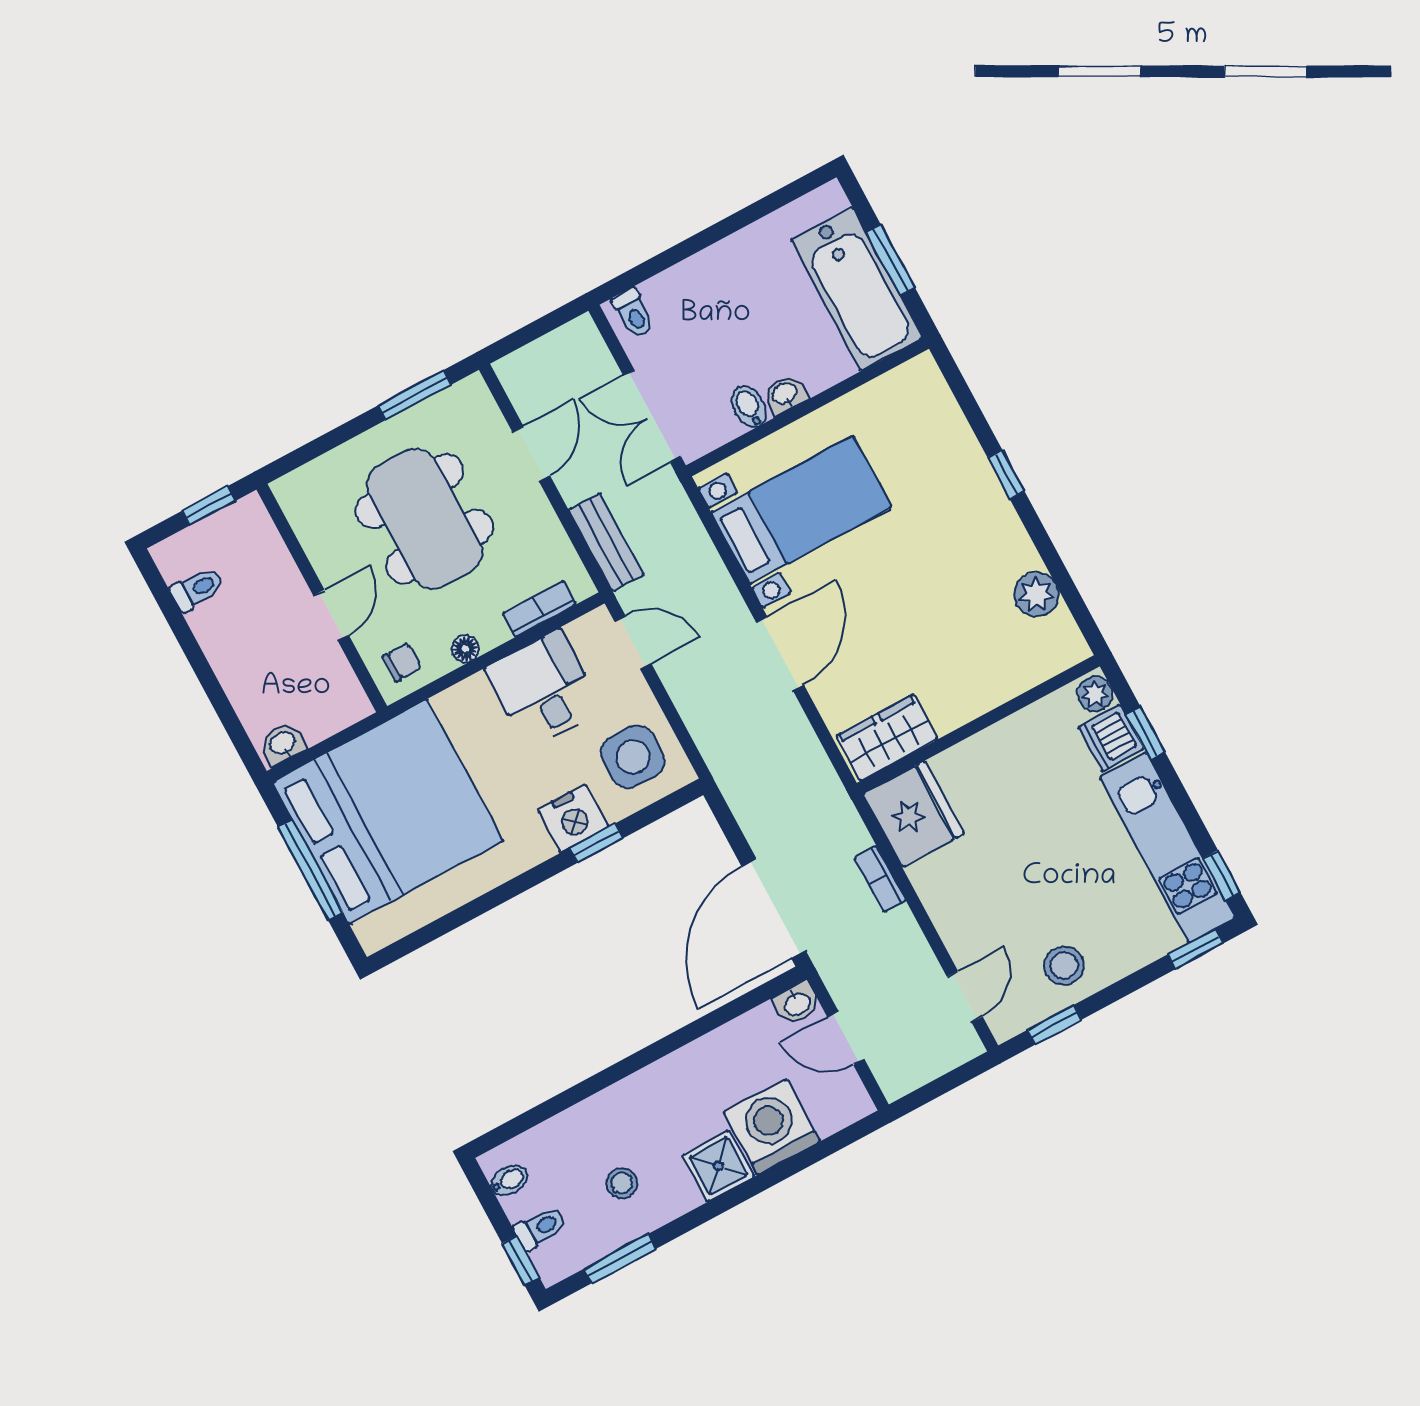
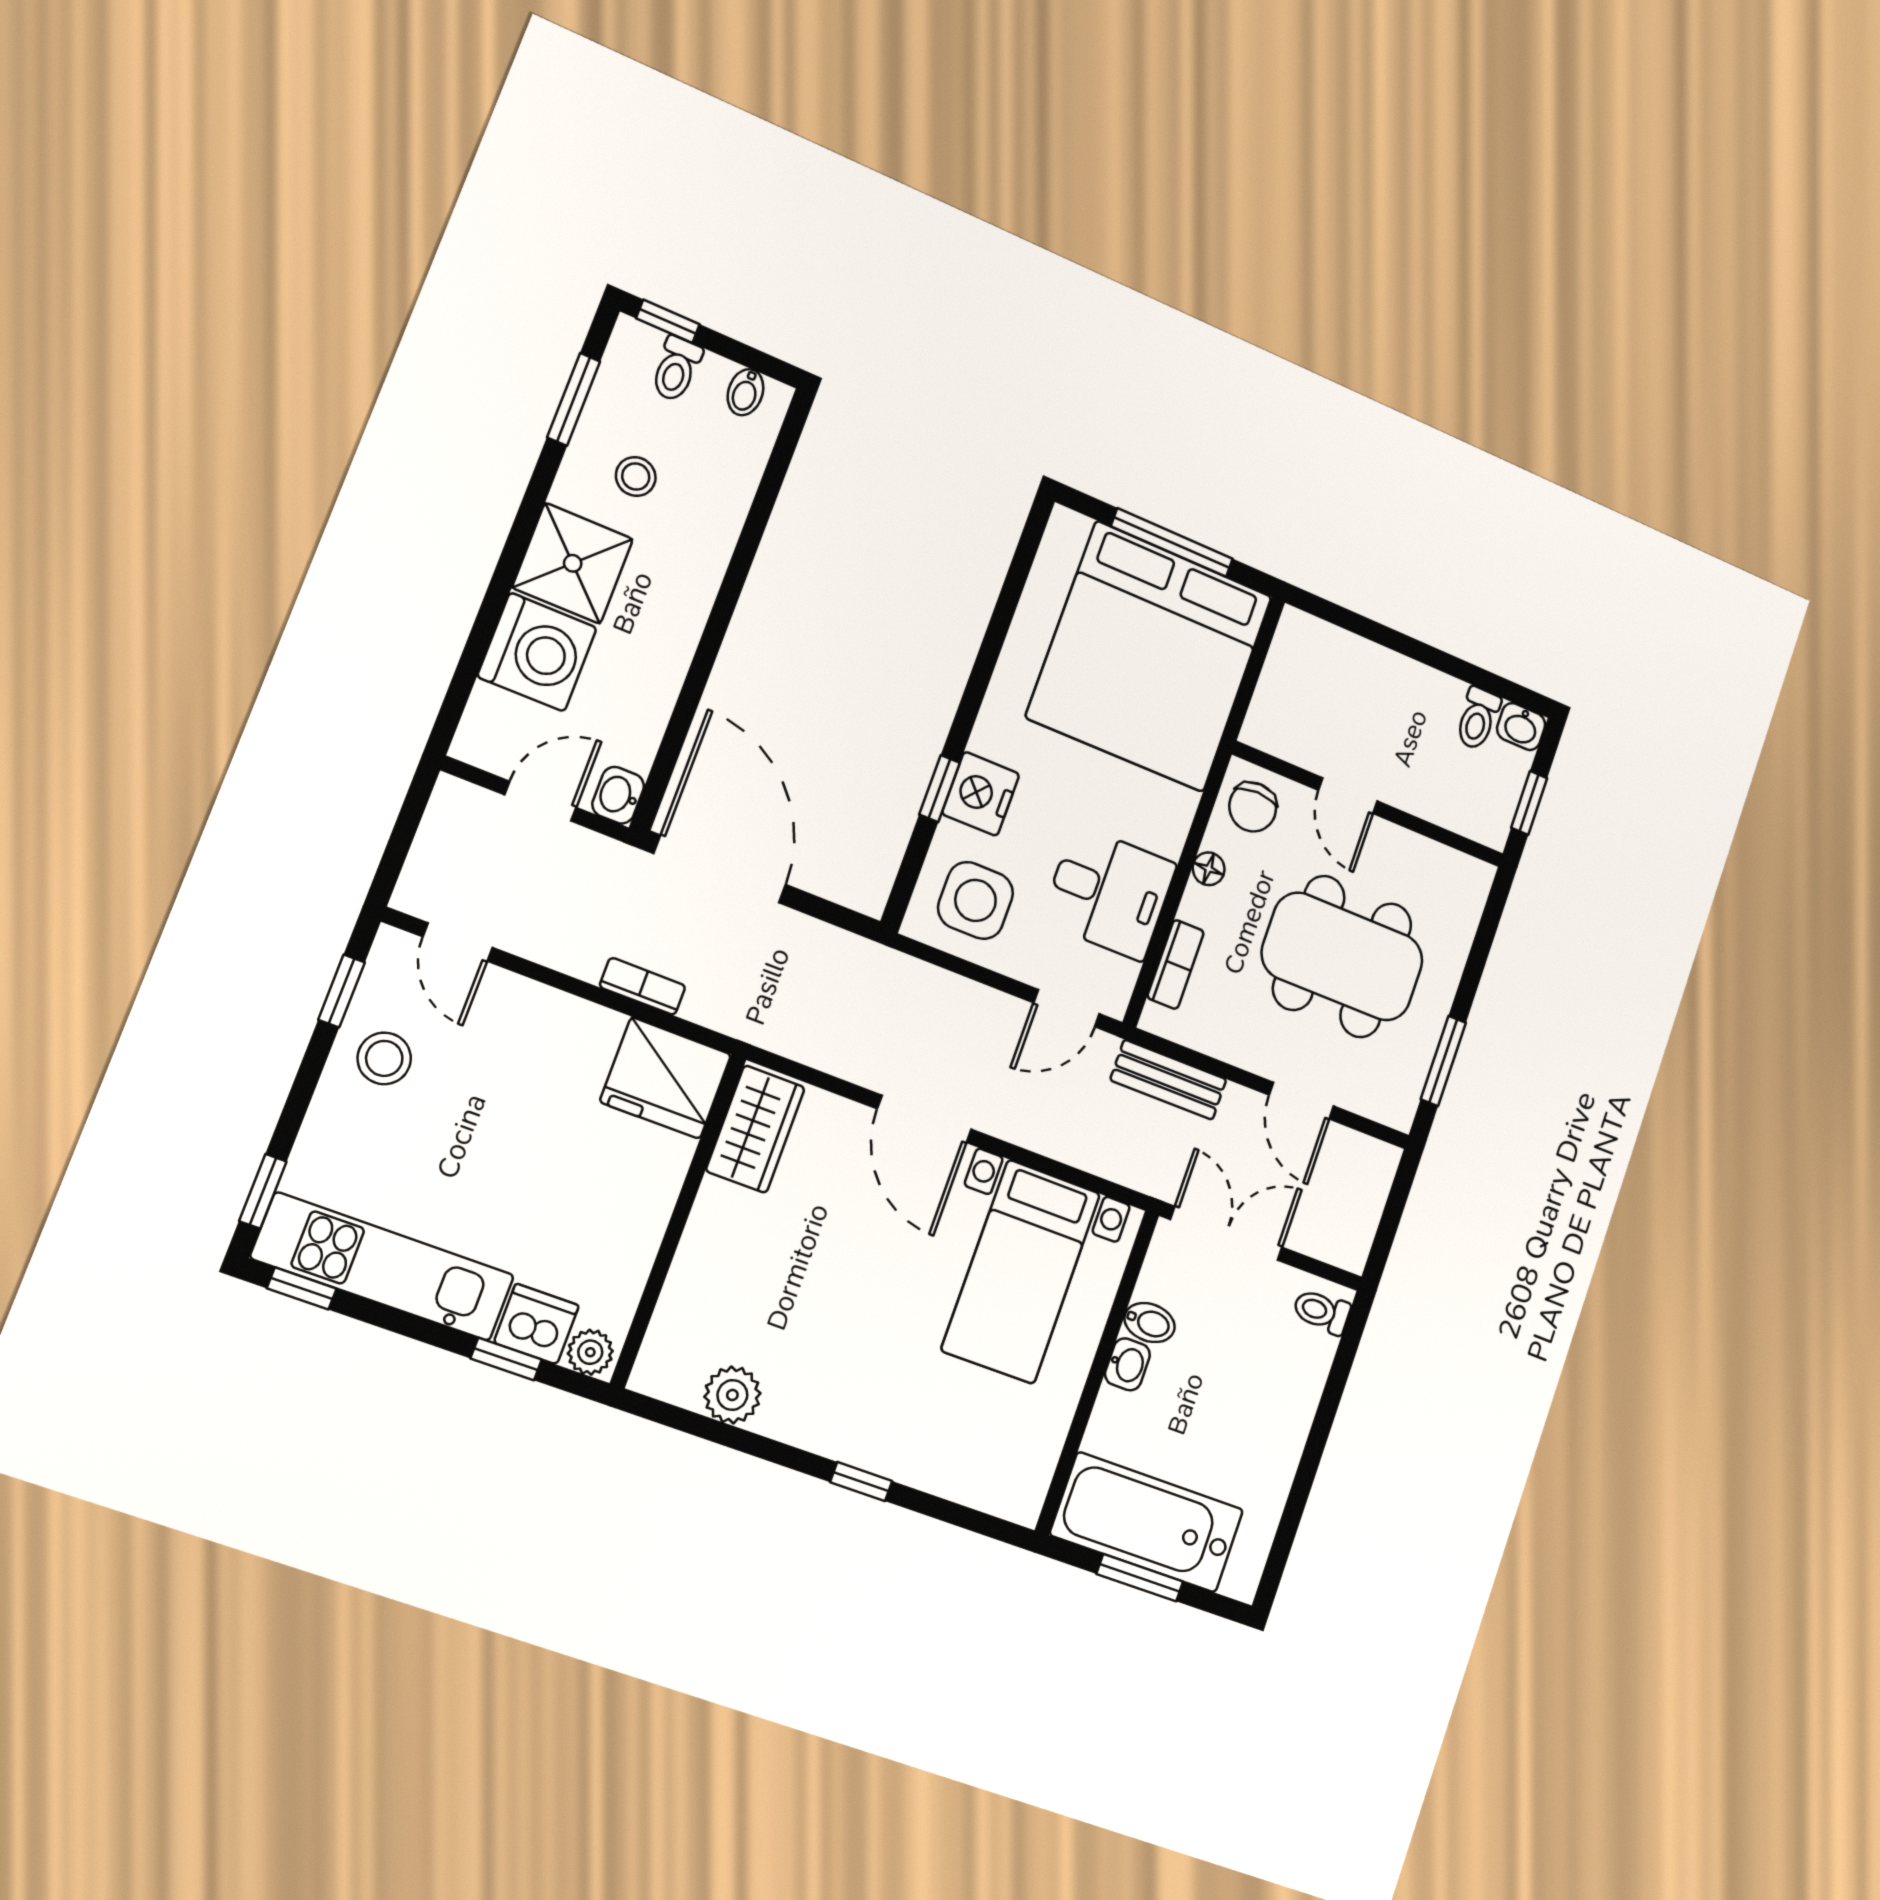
chair: (402, 662) -> (1253, 807), width x1.37, depth x1.37
washbasin: (283, 744) -> (1521, 727), moved, turned 90
shower: (718, 1166) -> (573, 563), width x1.36, depth x1.36

